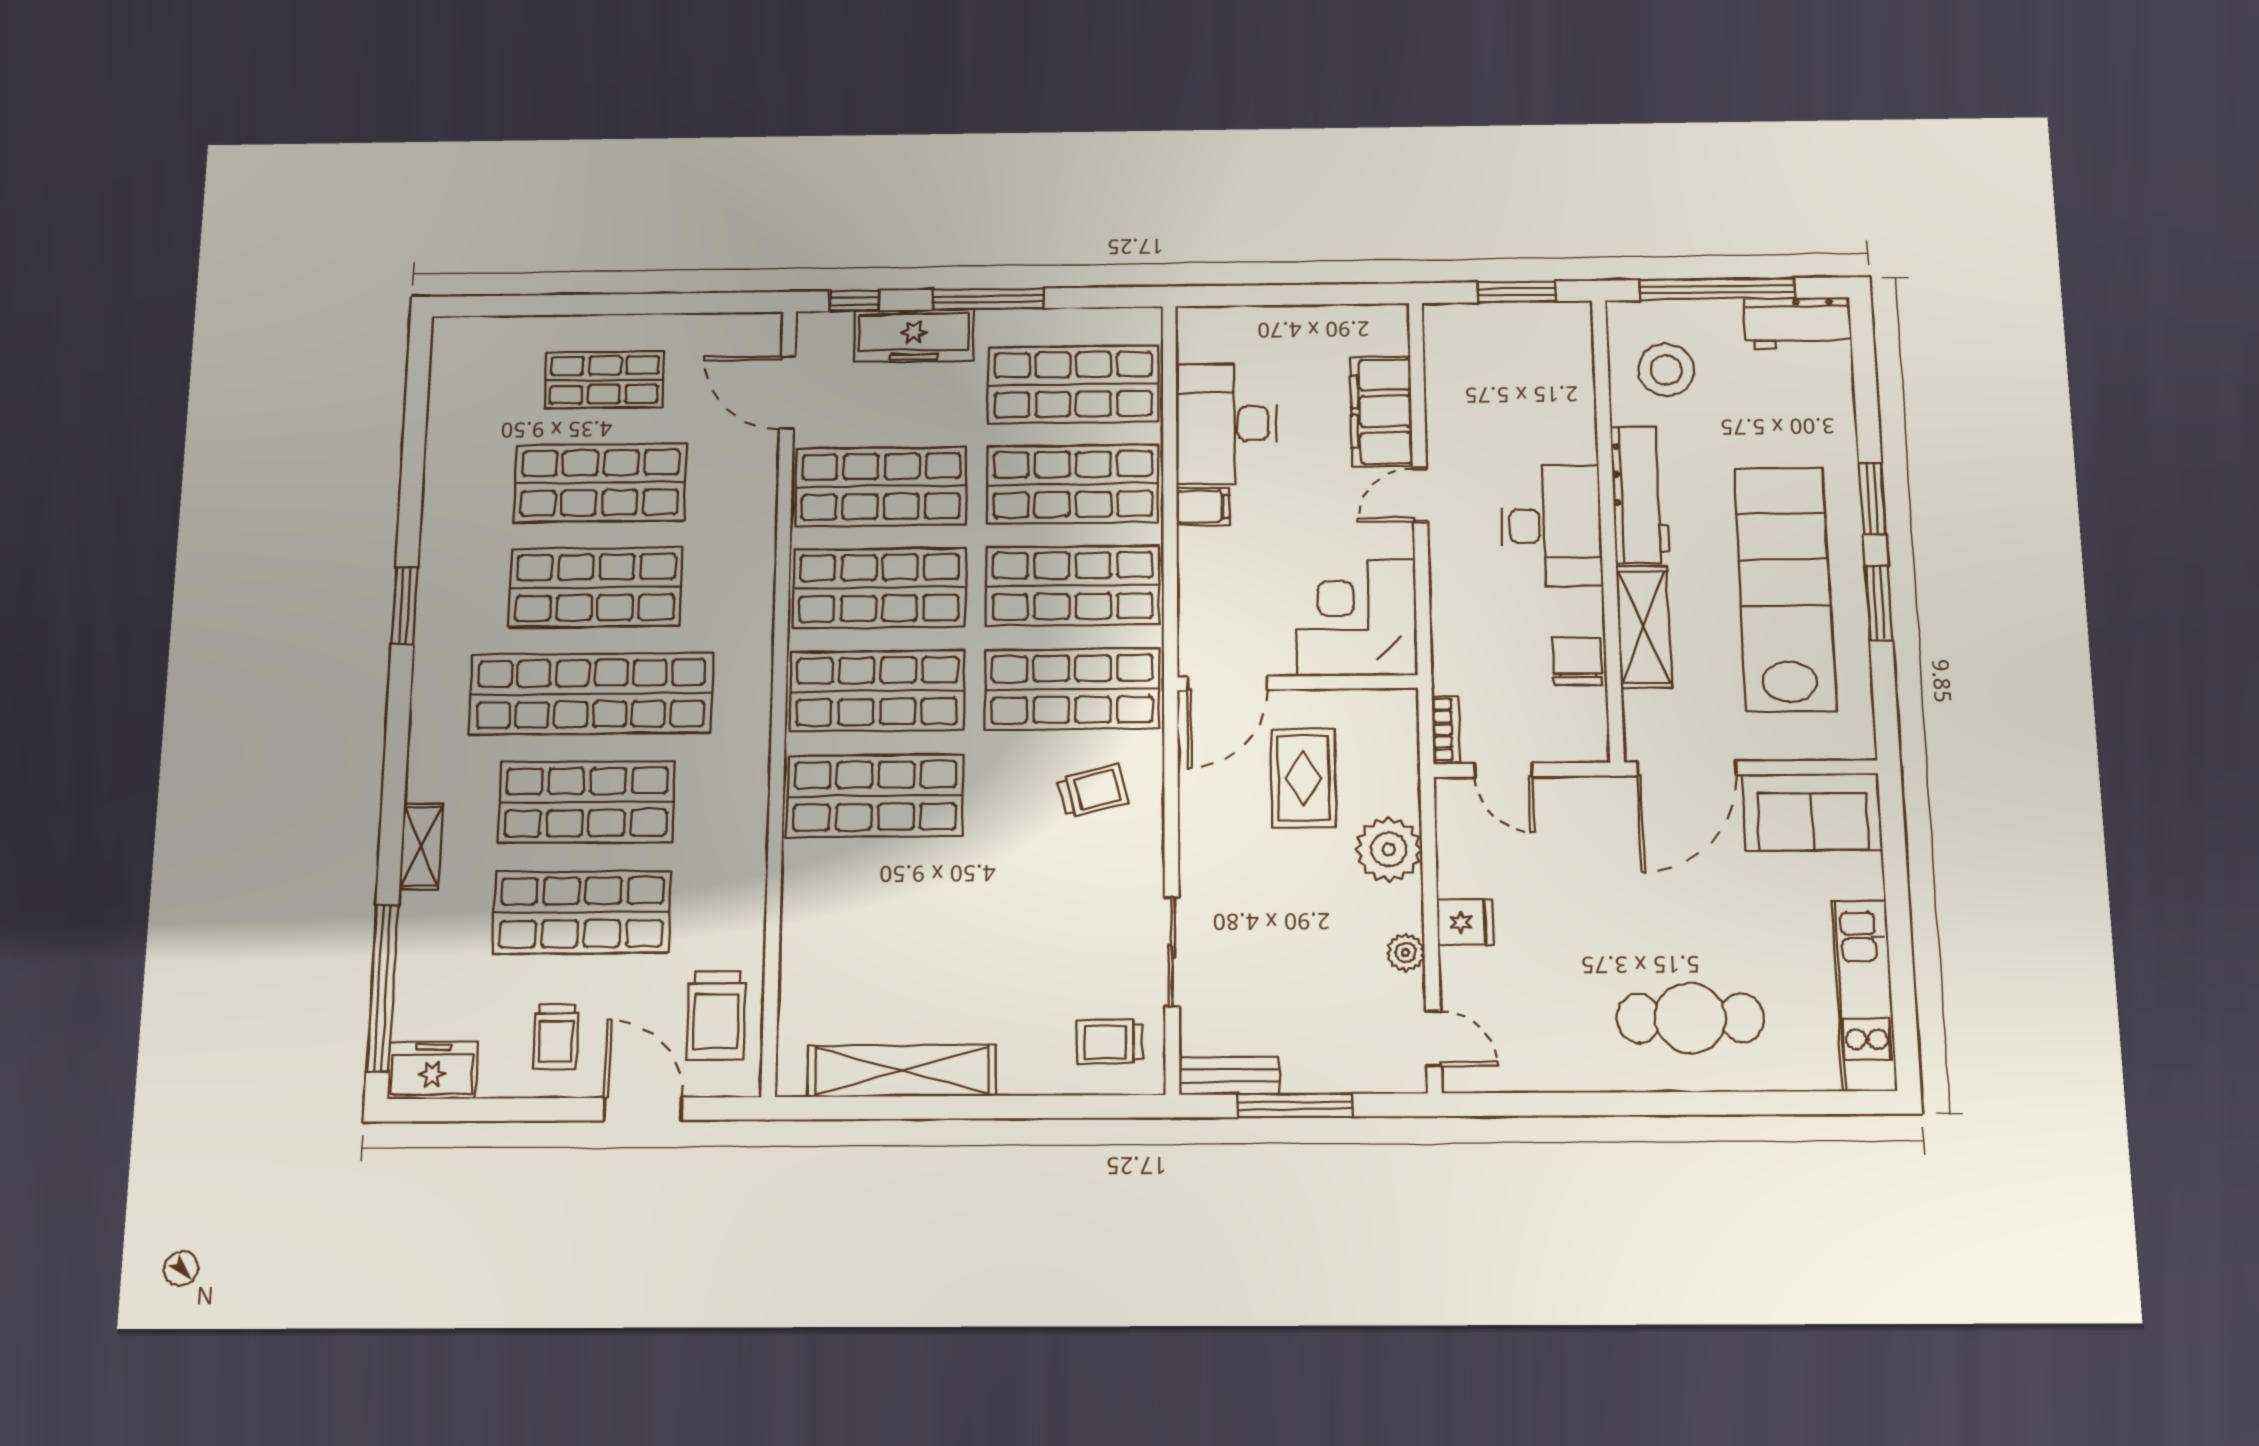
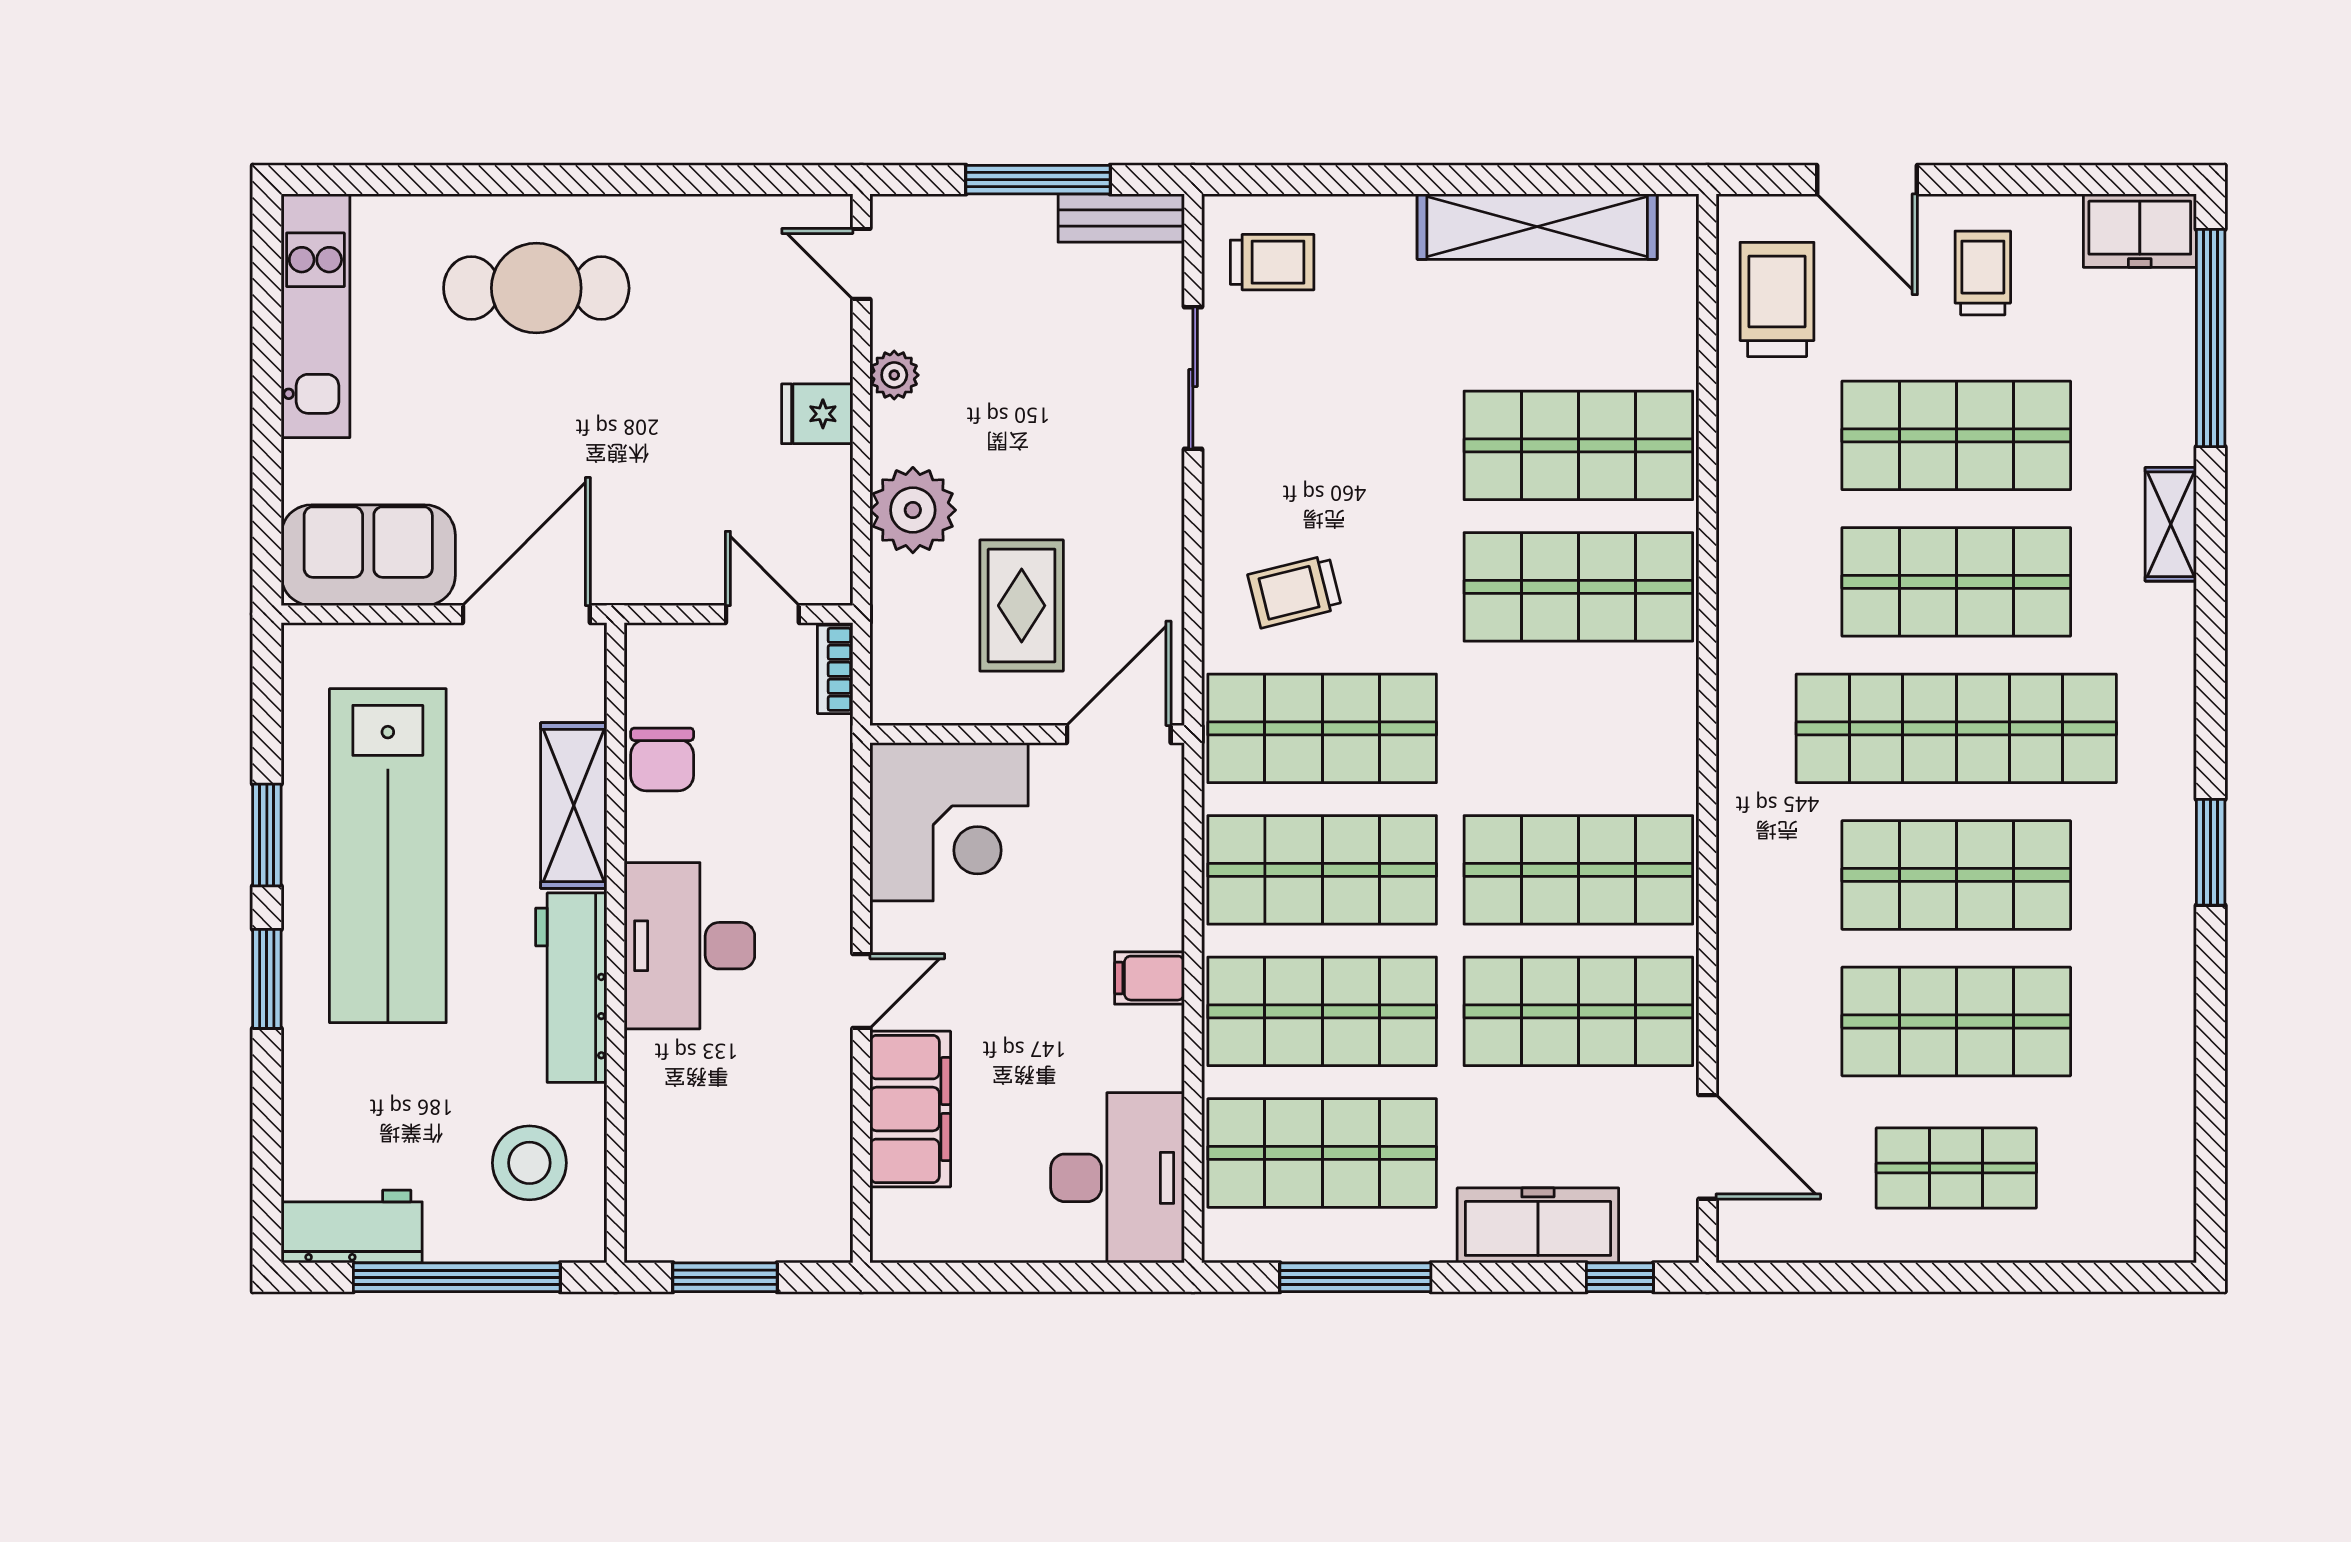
window: (988, 299) -> (1355, 1277), moved
desk: (1226, 424) -> (1118, 1178), moved
shop shelf: (877, 691) -> (1578, 445), moved

